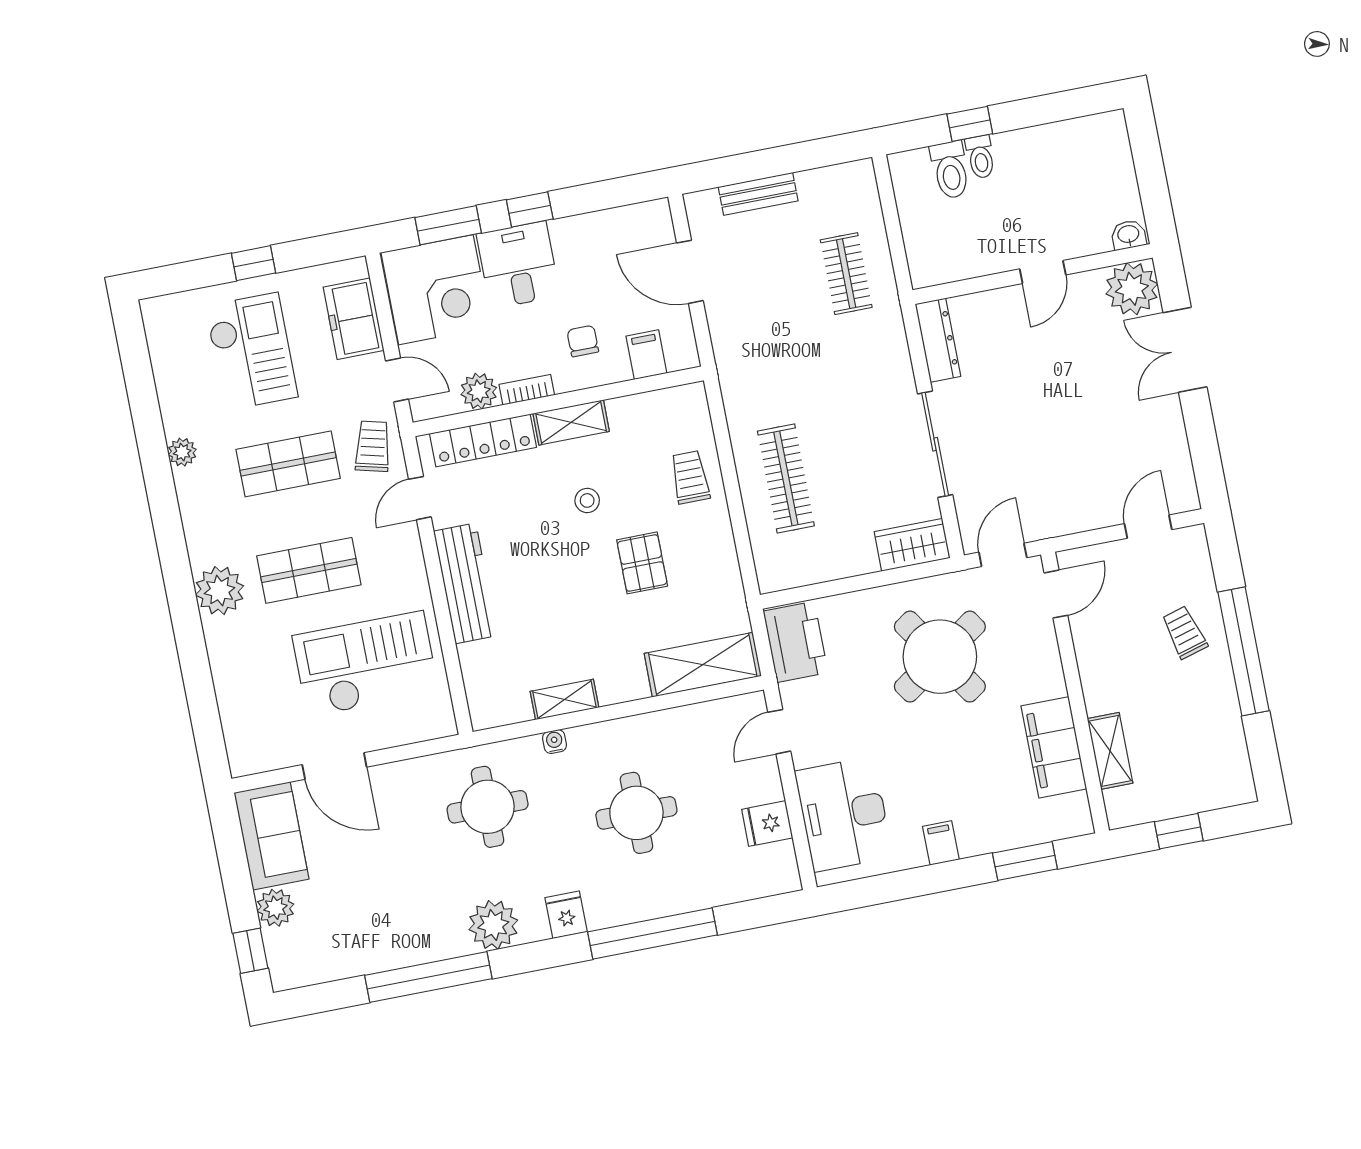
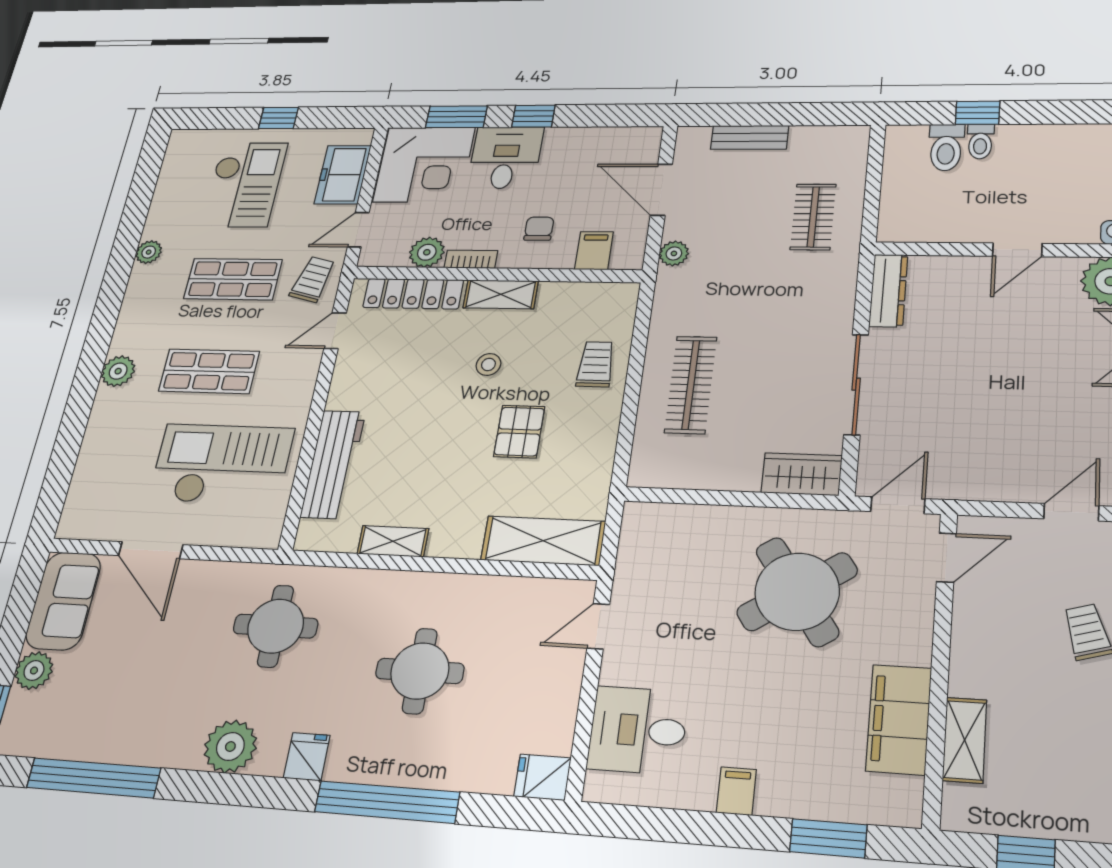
plant: (725, 342) -> (674, 253), added
door: (397, 380) -> (358, 230), swing flipped
workbench: (466, 583) -> (333, 464), moved
plant: (220, 591) -> (118, 371), width x0.73, depth x0.73
printer: (796, 642) -> (647, 541), removed
water cooler: (554, 742) -> (367, 579), removed
desk: (844, 814) -> (638, 730), width x0.73
fridge: (767, 824) -> (542, 777), moved
window: (428, 977) -> (93, 778), moved

